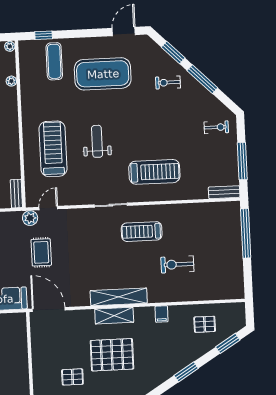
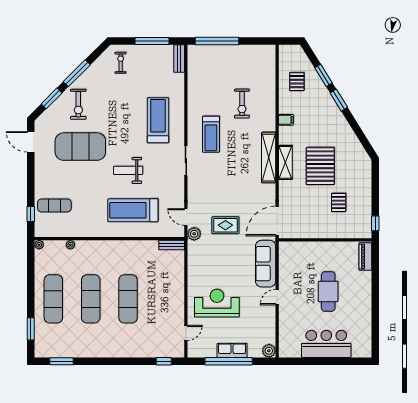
exercise mat: (103, 74) -> (80, 147), moved, turned 90
exercise bike: (168, 82) -> (78, 104), width x1.38, depth x1.39
window: (228, 343) -> (324, 75), moved

